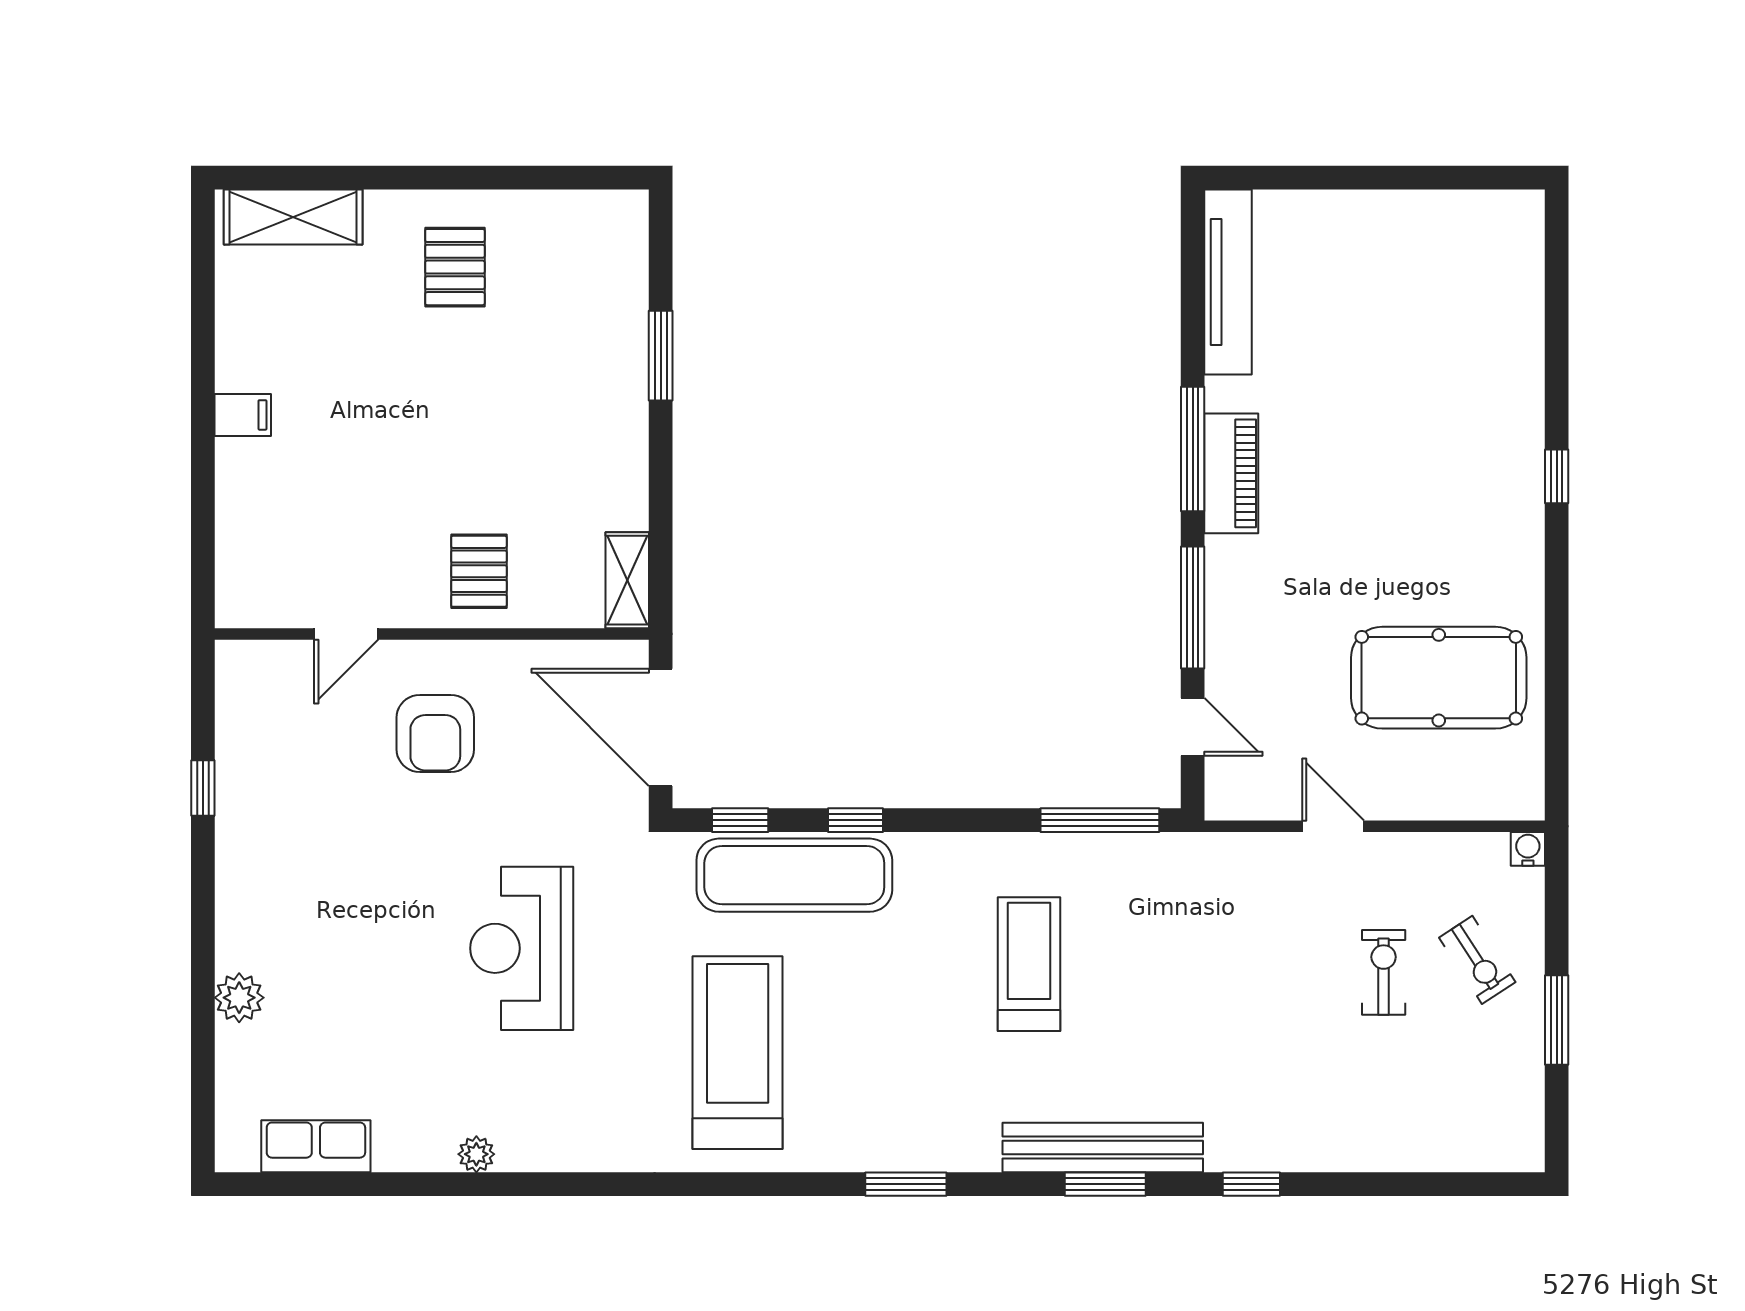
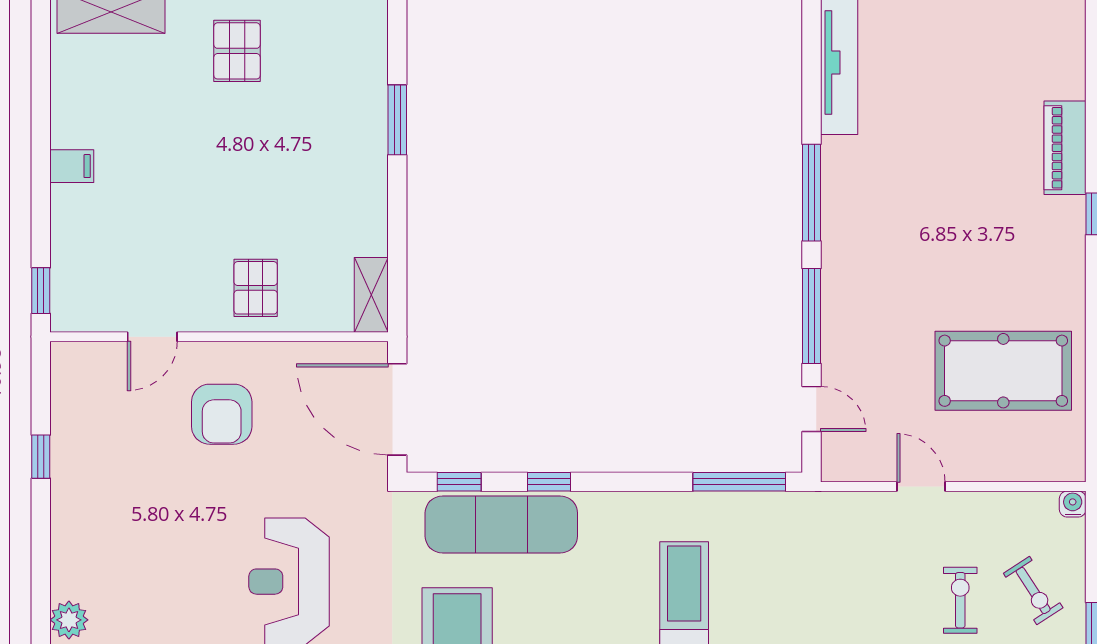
piano: (1231, 473) -> (1065, 148), moved, turned 180
window: (203, 575) -> (41, 291), added

